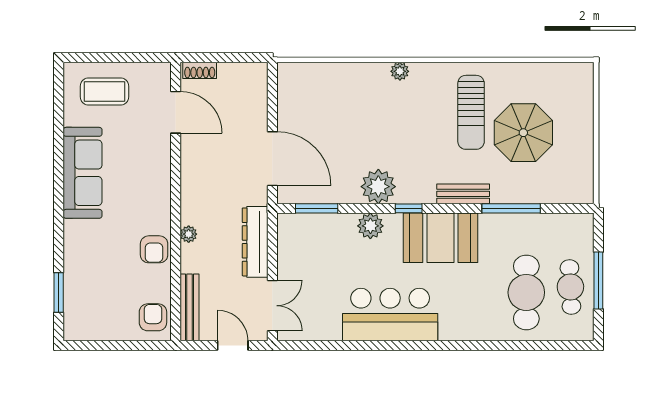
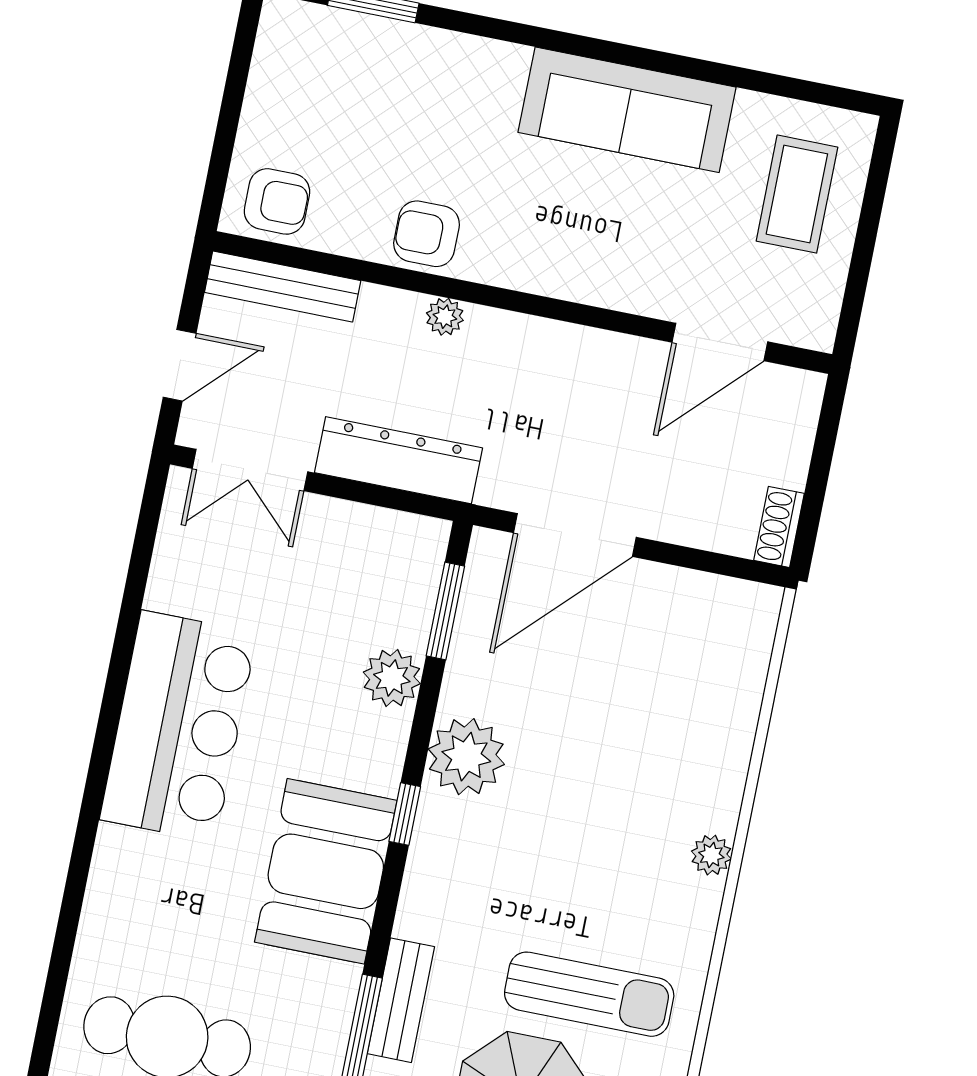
shoe rack: (200, 70) -> (779, 527), moved
sun lounger: (471, 112) -> (589, 994), turned 180
bench: (463, 194) -> (401, 1000), moved
plant: (370, 226) -> (392, 678), moved

